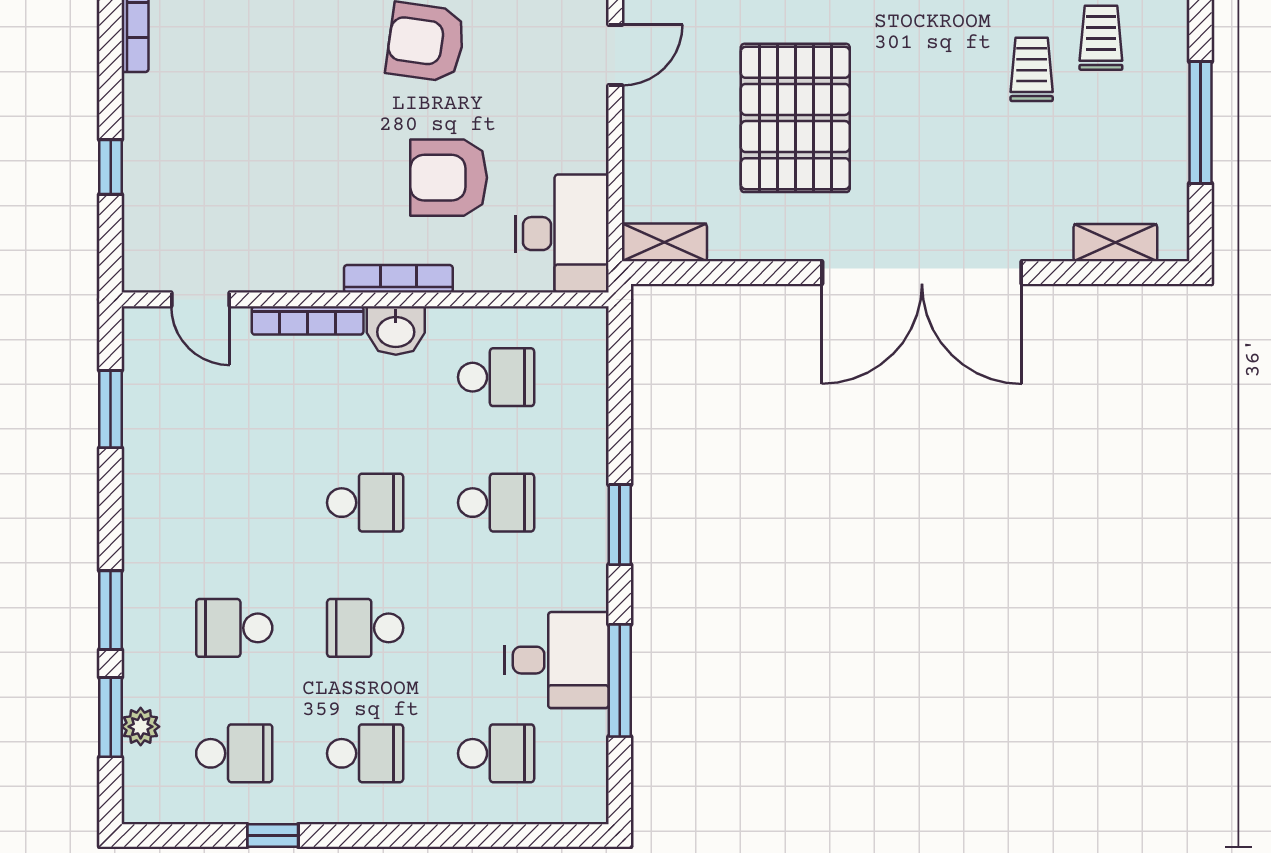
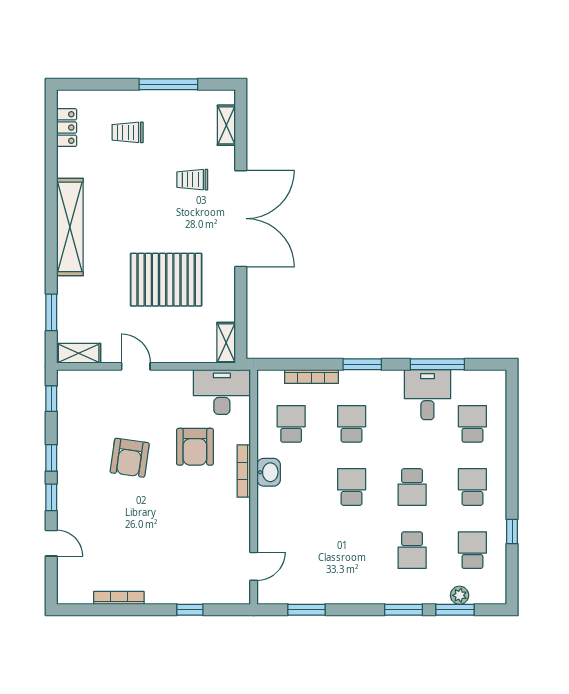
trolley: (1032, 69) -> (192, 180), moved
bookcase: (308, 320) -> (311, 377), moved, turned 90

